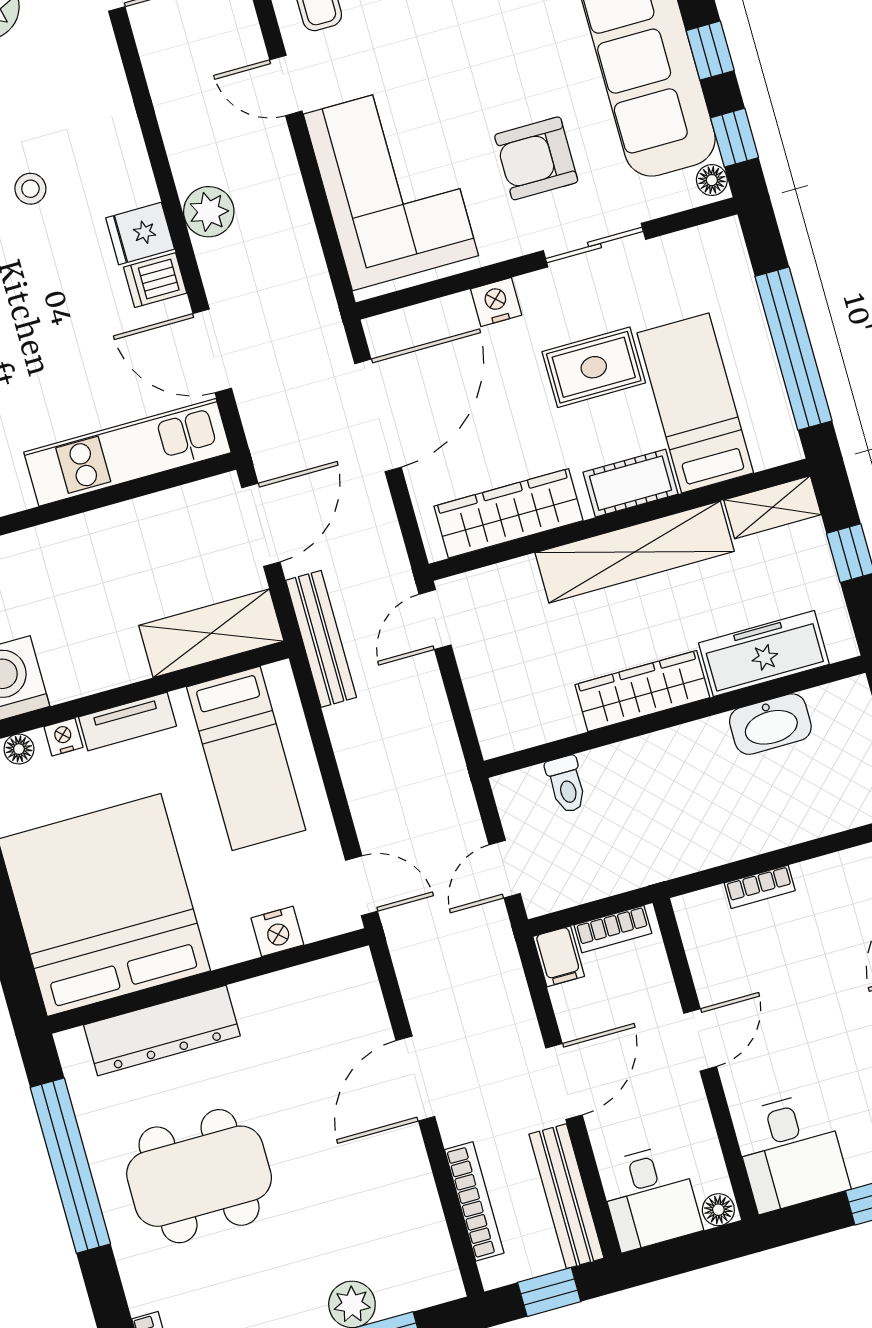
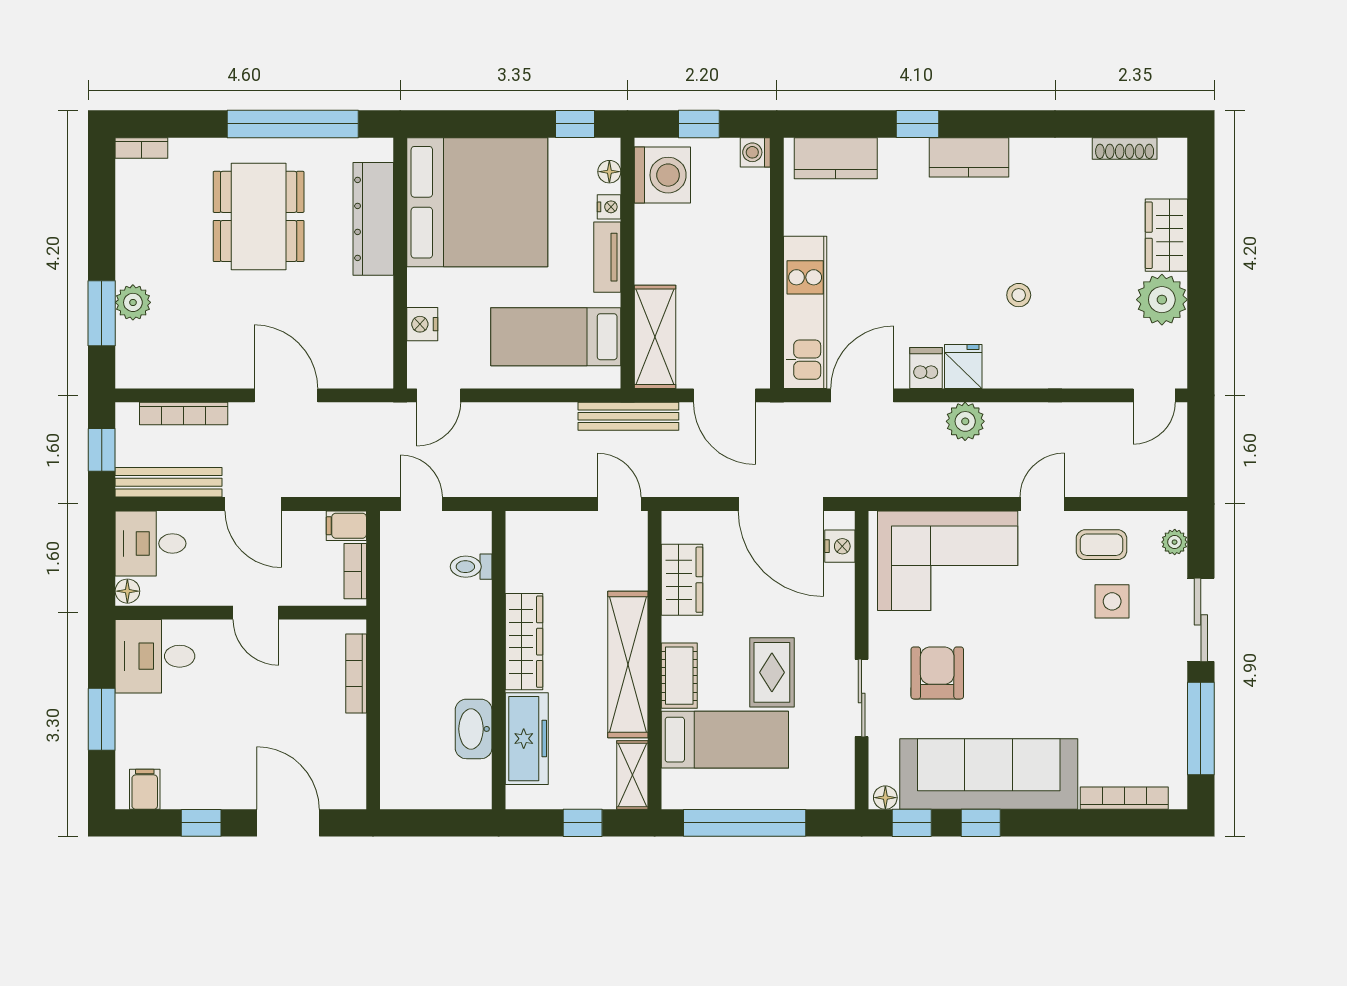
nightstand: (496, 302) -> (840, 546), moved
wardrobe: (508, 513) -> (682, 580), width x0.67
bookcase: (760, 887) -> (356, 673), width x1.56

